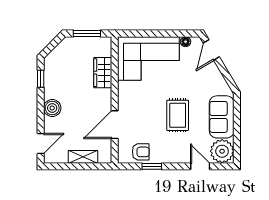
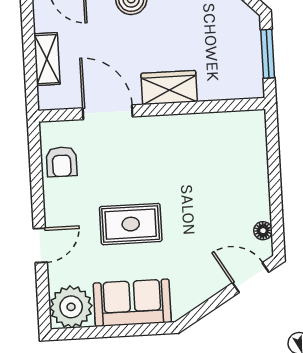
corner sofa: (148, 58) -> (229, 166), removed
wardrobe: (103, 73) -> (169, 88), moved
window: (152, 166) -> (37, 183), removed
door: (200, 166) -> (40, 245), moved

